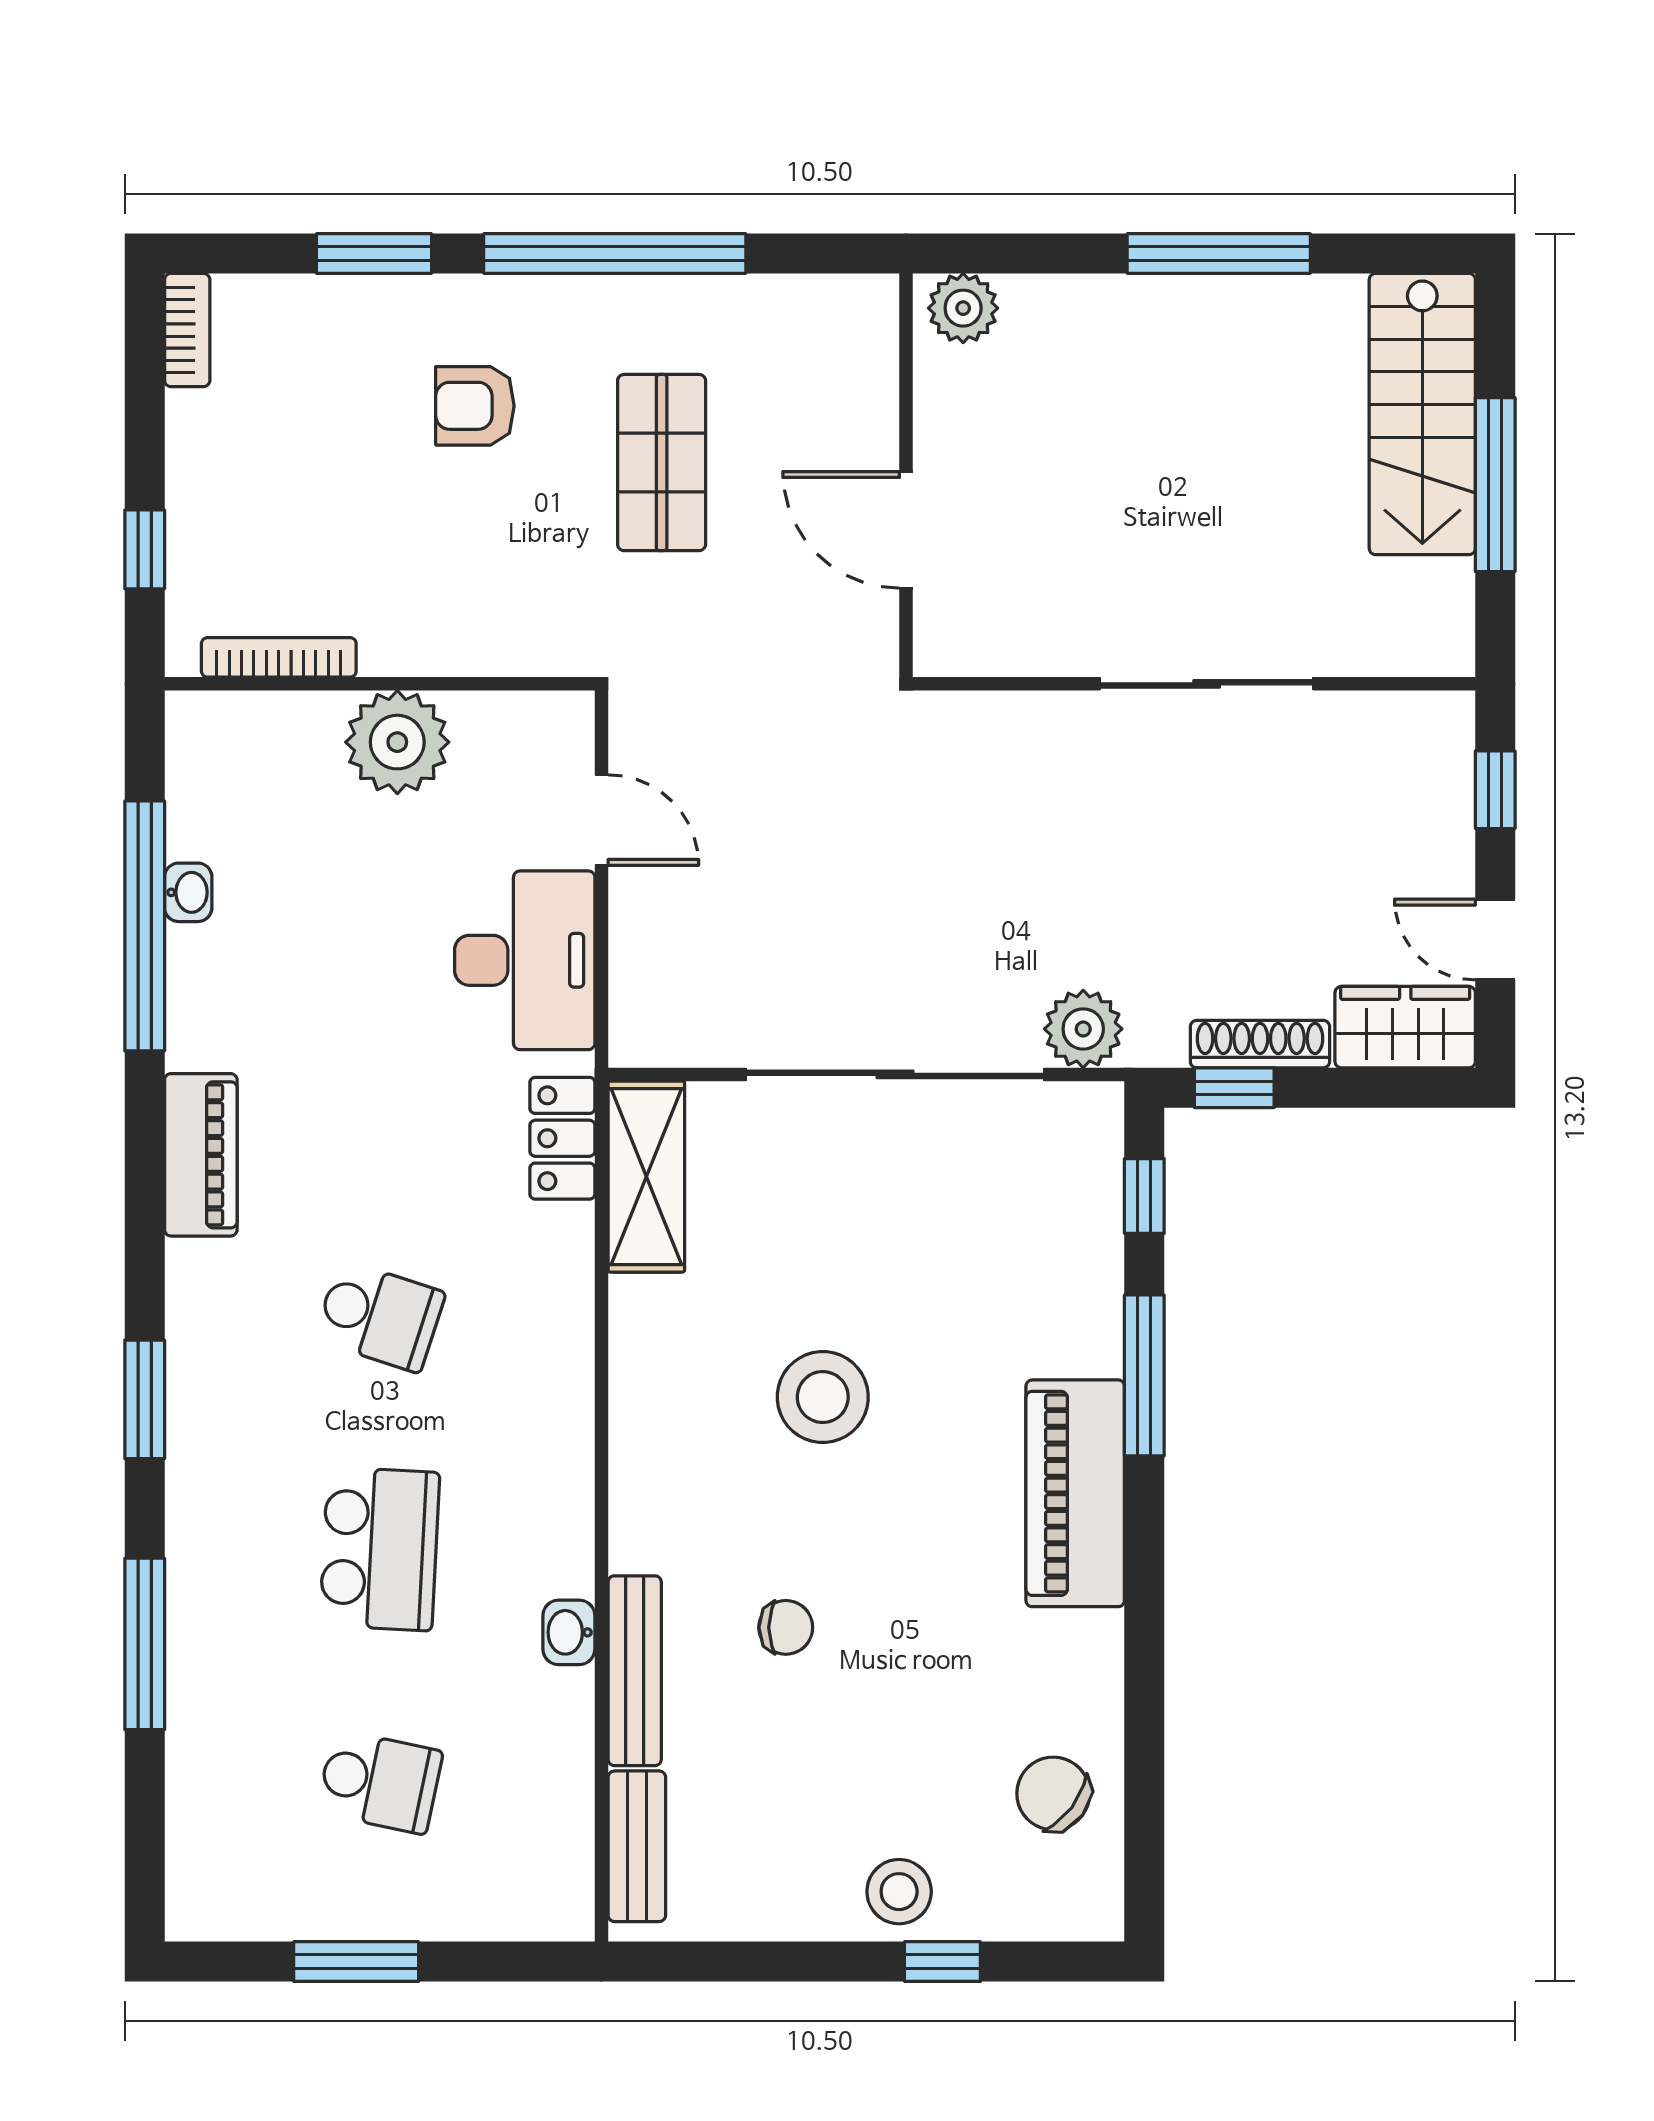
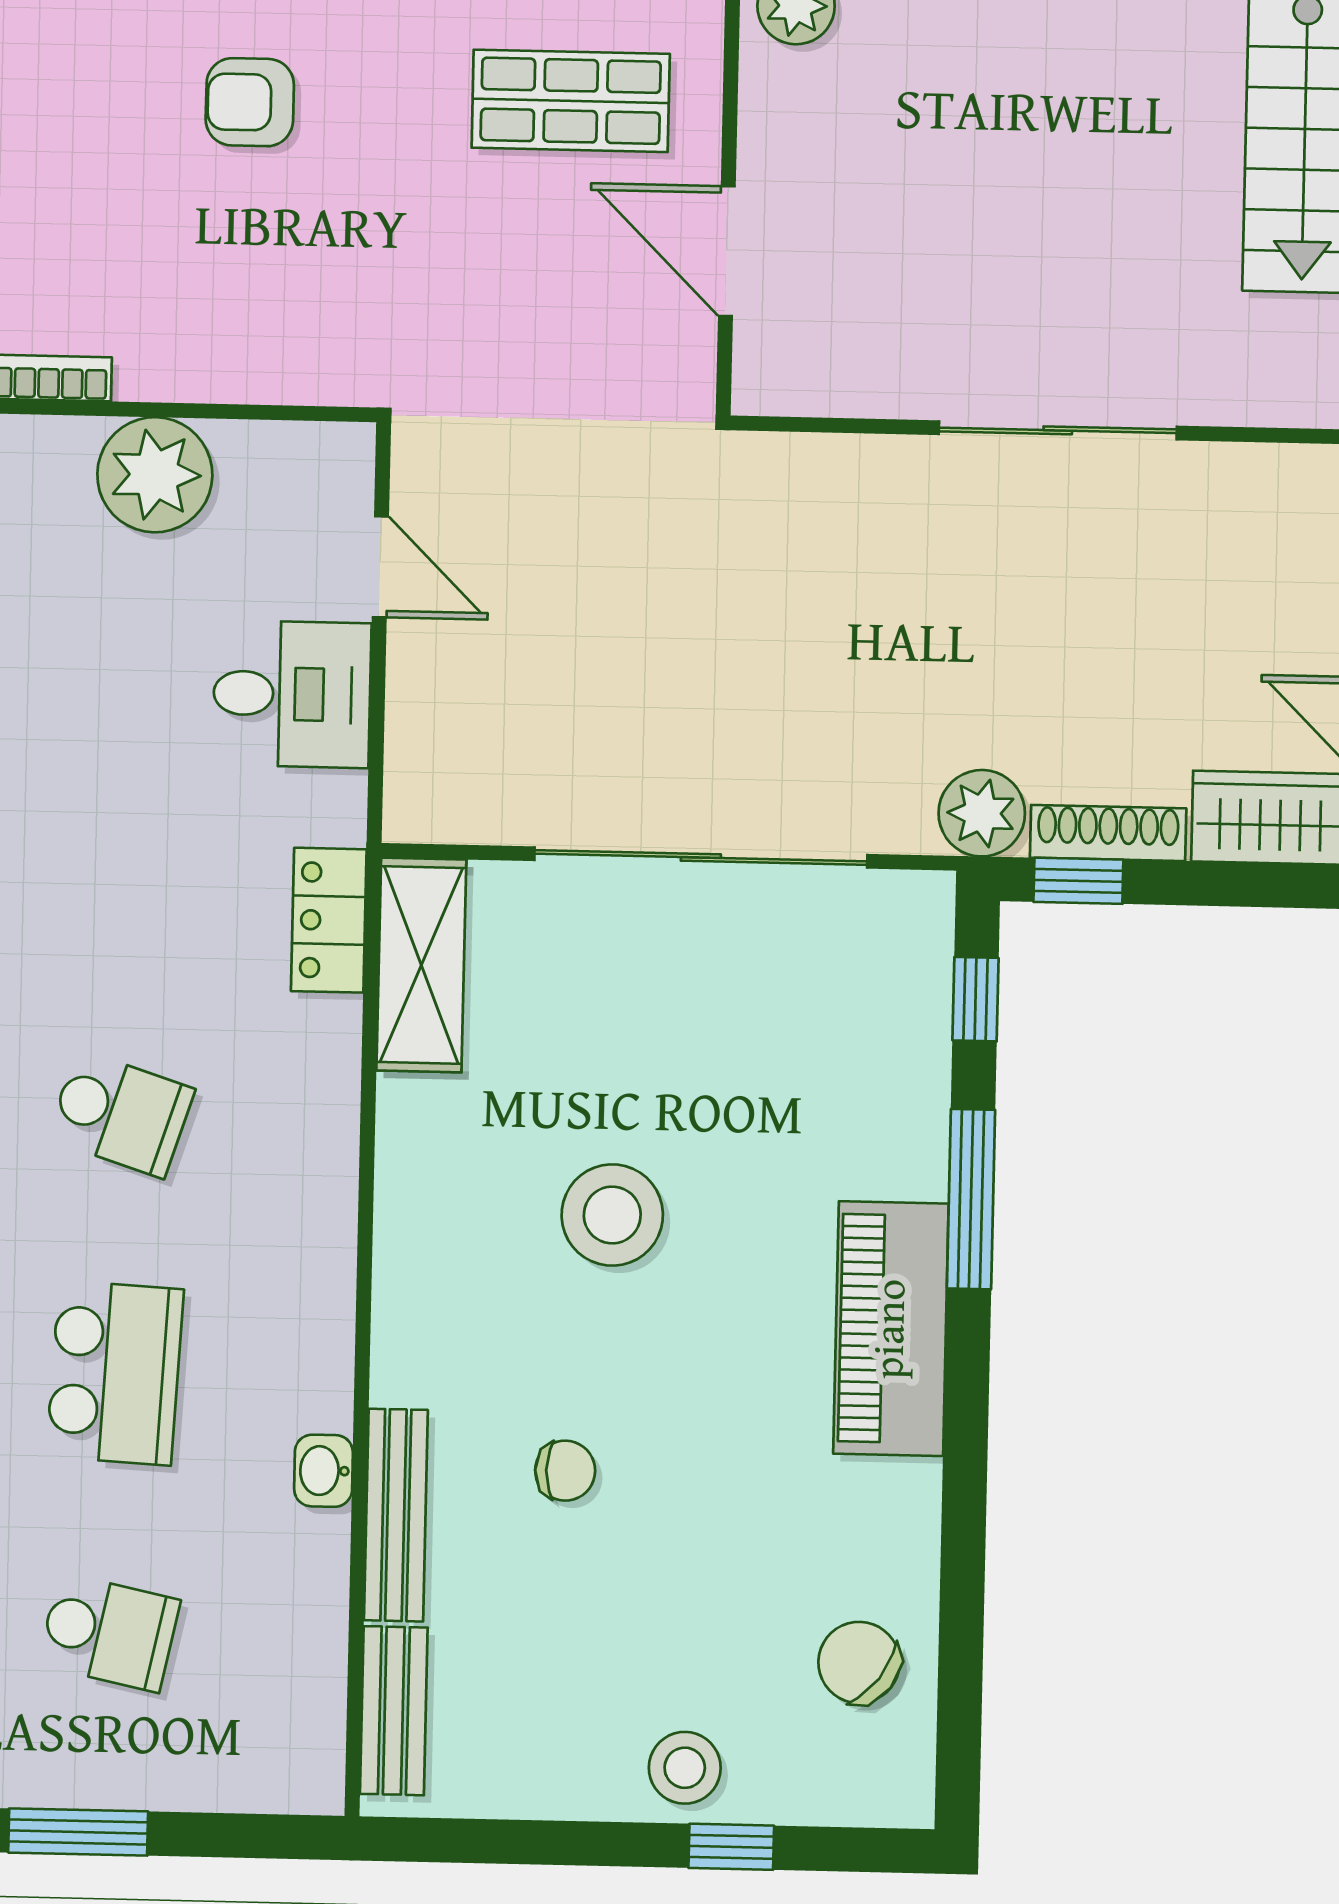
shop shelf: (662, 463) -> (571, 101), moved, turned 90
desk: (525, 960) -> (292, 694), width x0.73
plant: (1083, 1029) -> (982, 813), moved

